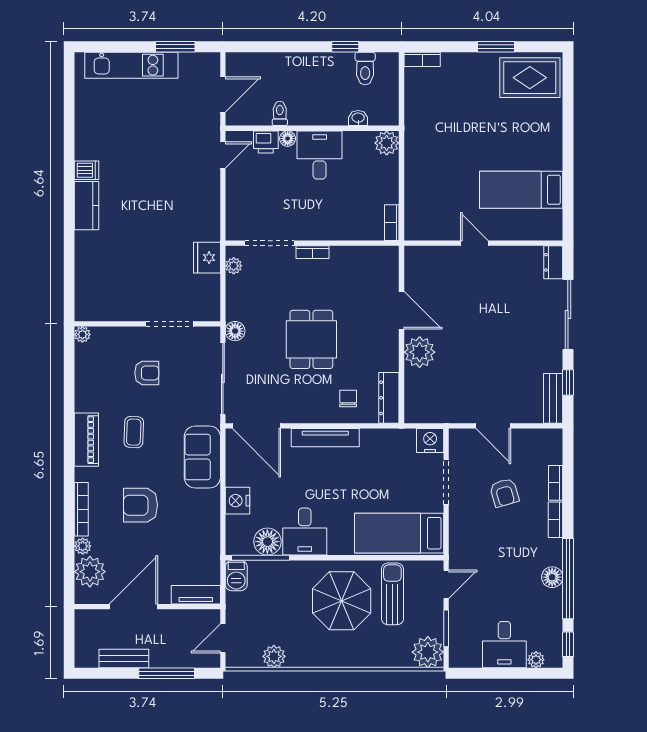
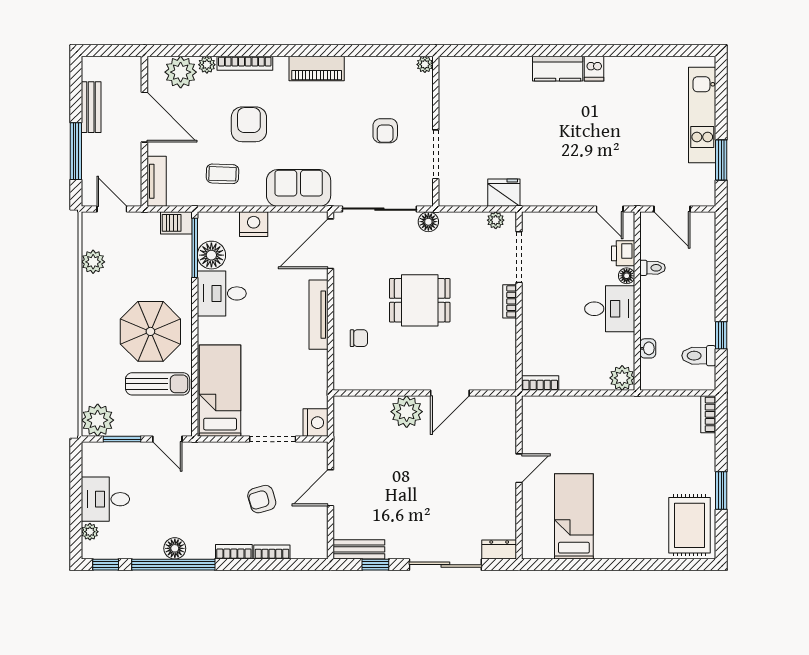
dresser: (389, 398) -> (360, 380), removed
coffee table: (134, 432) -> (223, 174), moved

